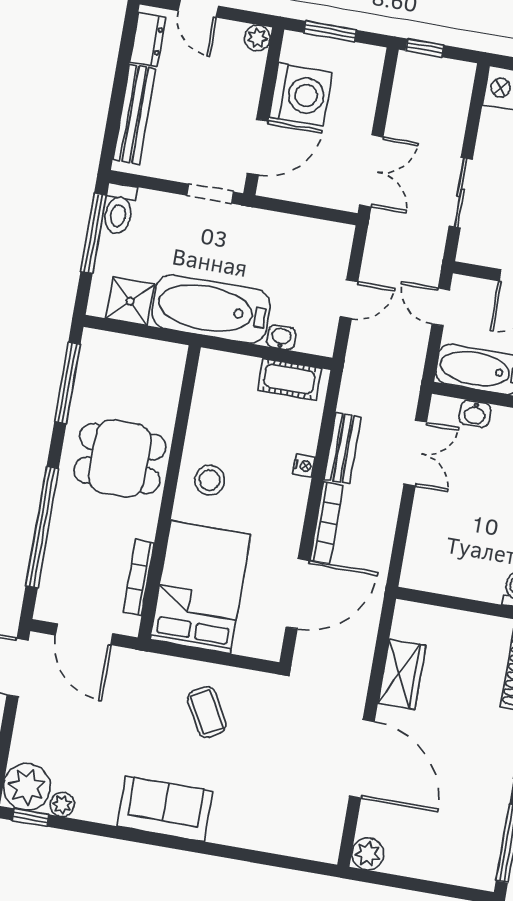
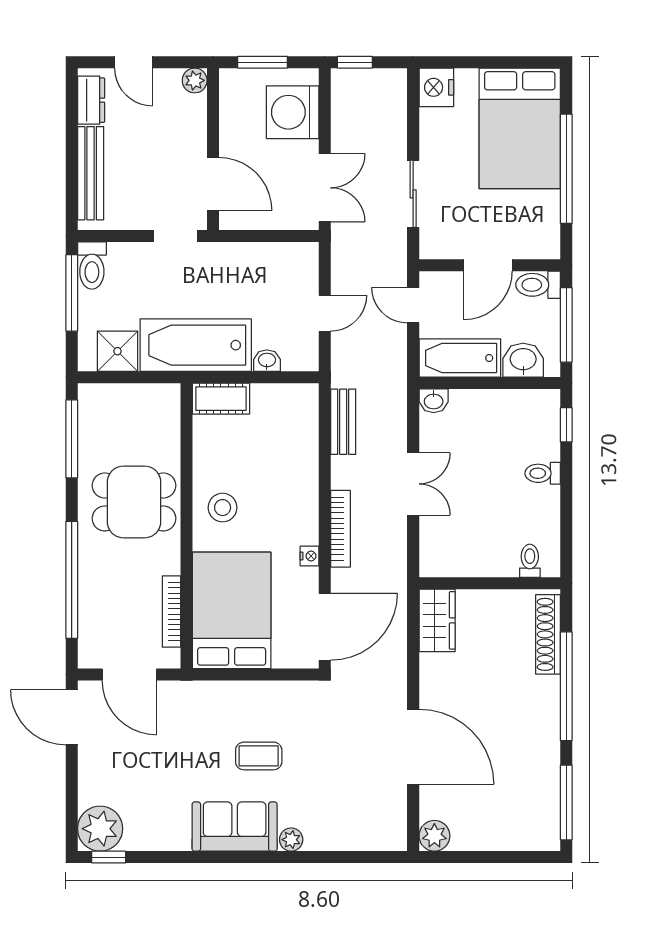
washing machine: (301, 95) -> (293, 112), moved, turned 180
door: (258, 147) -> (213, 184), hinge flipped
cot: (289, 379) -> (221, 399), moved
washbasin: (475, 414) -> (434, 401), moved
bench: (342, 448) -> (343, 422), moved
double door: (415, 453) -> (413, 484), moved
nightstand: (304, 466) -> (310, 556), moved
door: (298, 594) -> (325, 627), moved
wardrobe: (402, 675) -> (437, 620), moved
coffee table: (207, 712) -> (259, 756), moved, turned -61
plant: (62, 805) -> (291, 840), moved

